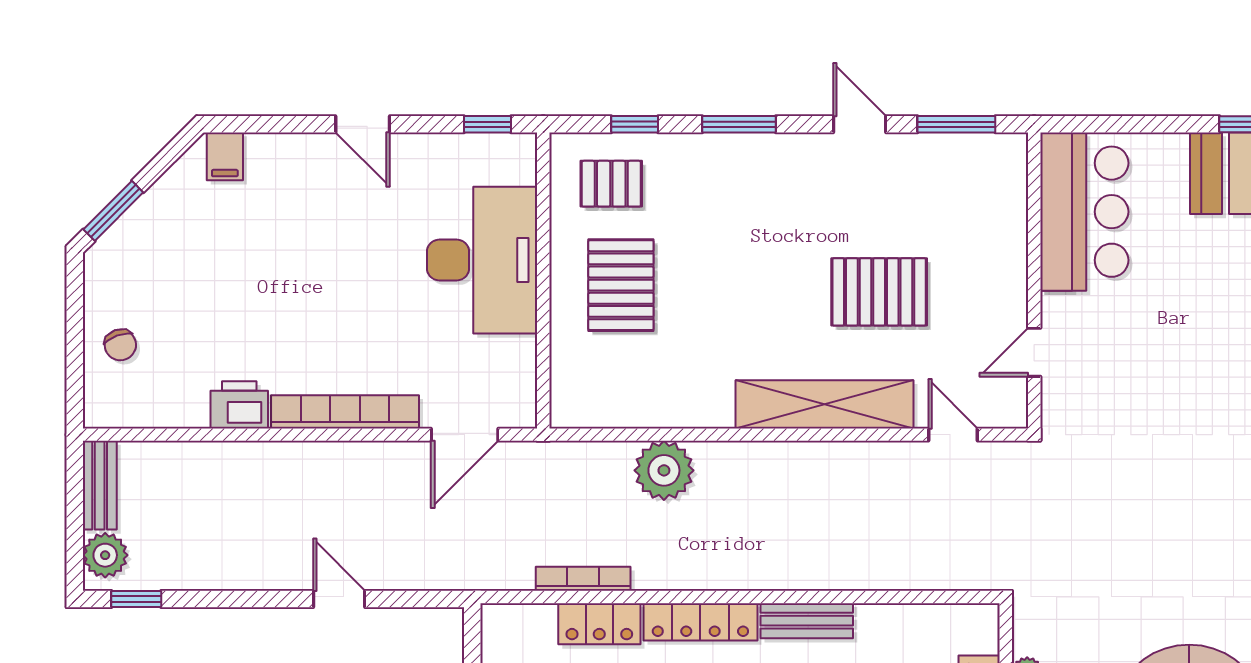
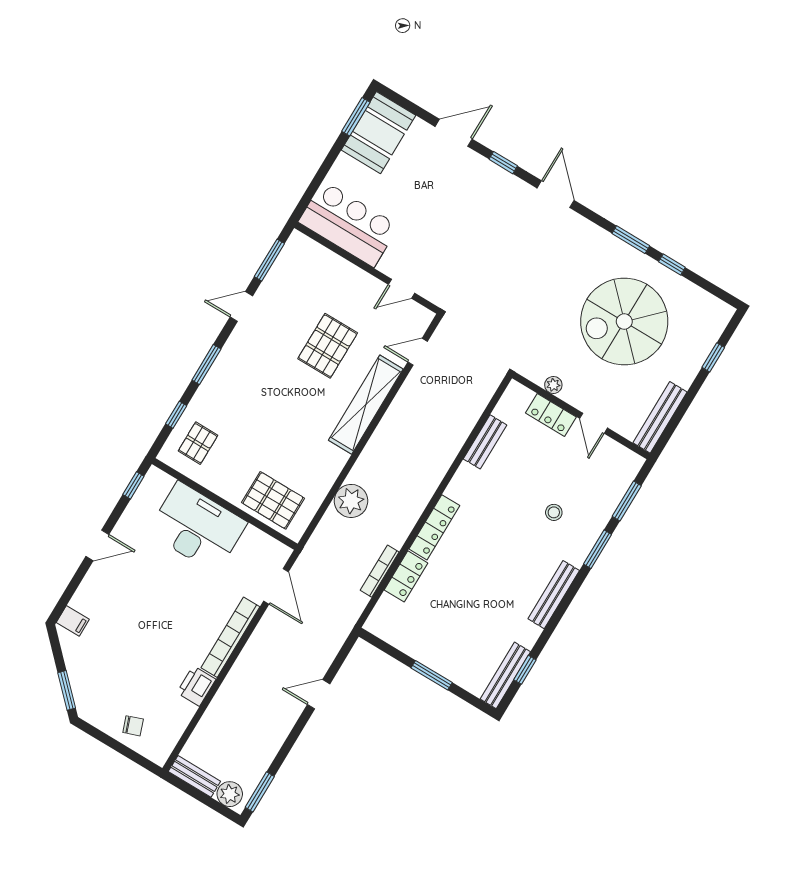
pallet: (621, 285) -> (273, 500), moved
door: (1034, 352) -> (402, 289), hinge flipped
window: (136, 599) -> (260, 792), width x1.50
bench: (807, 621) -> (485, 442), moved

